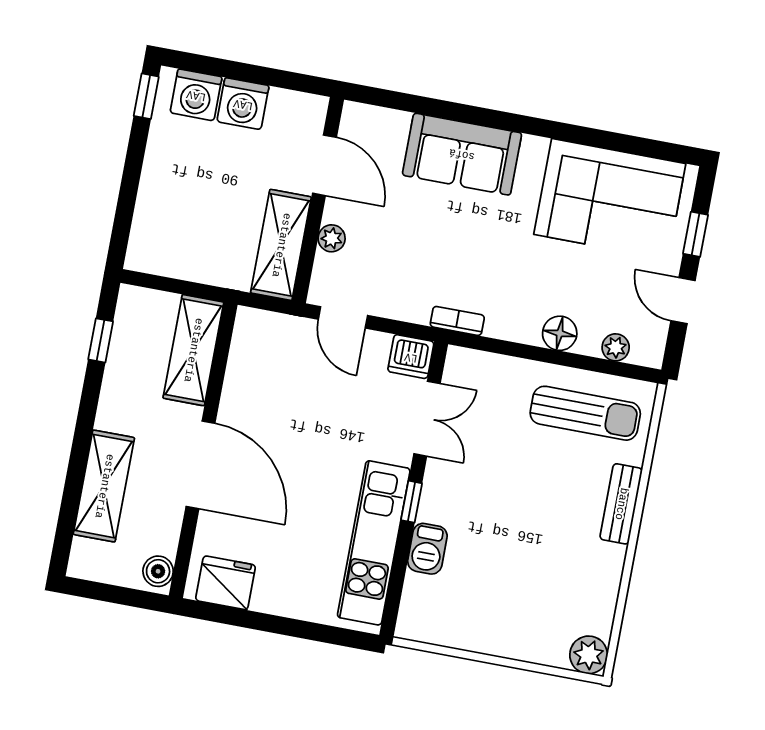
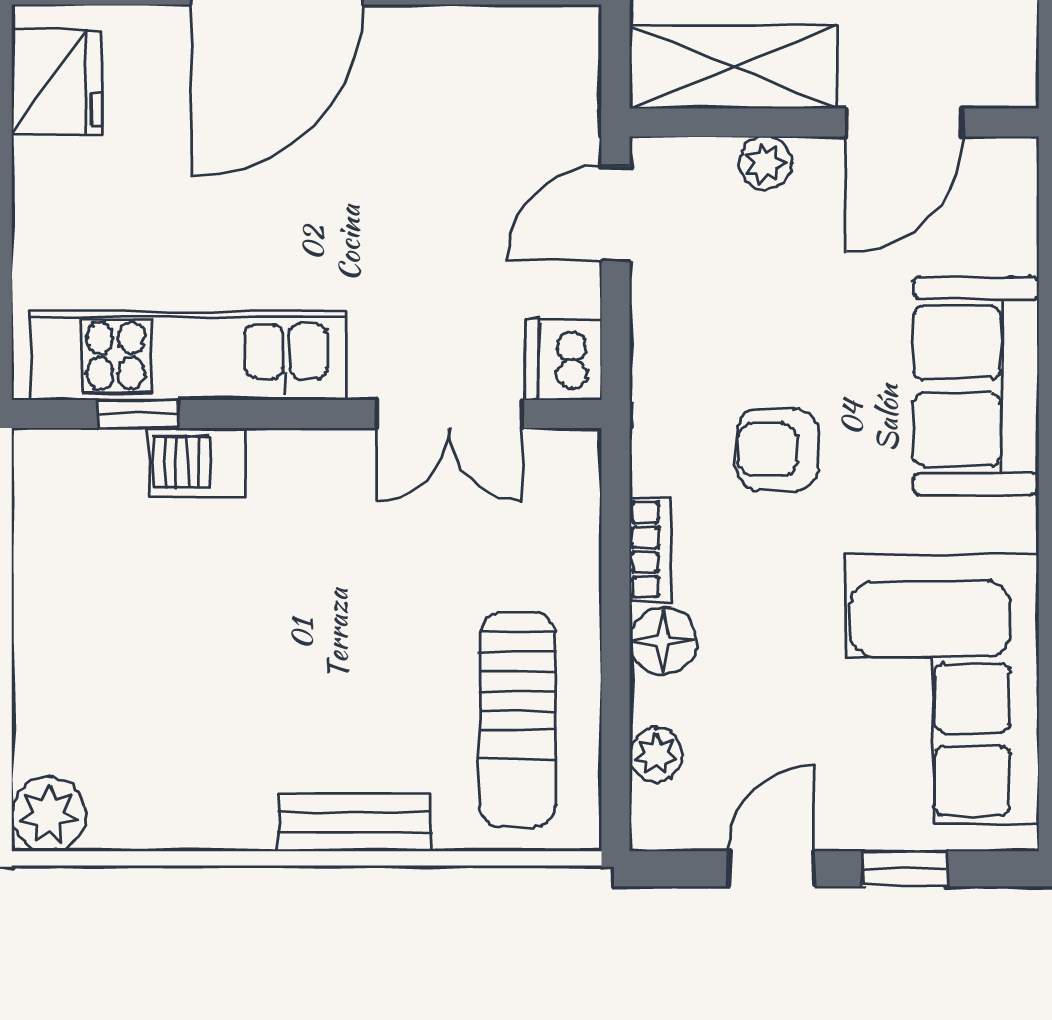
armchair: (475, 259) -> (777, 450), added
bookcase: (457, 321) -> (650, 550), moved
window: (411, 502) -> (138, 414), moved

